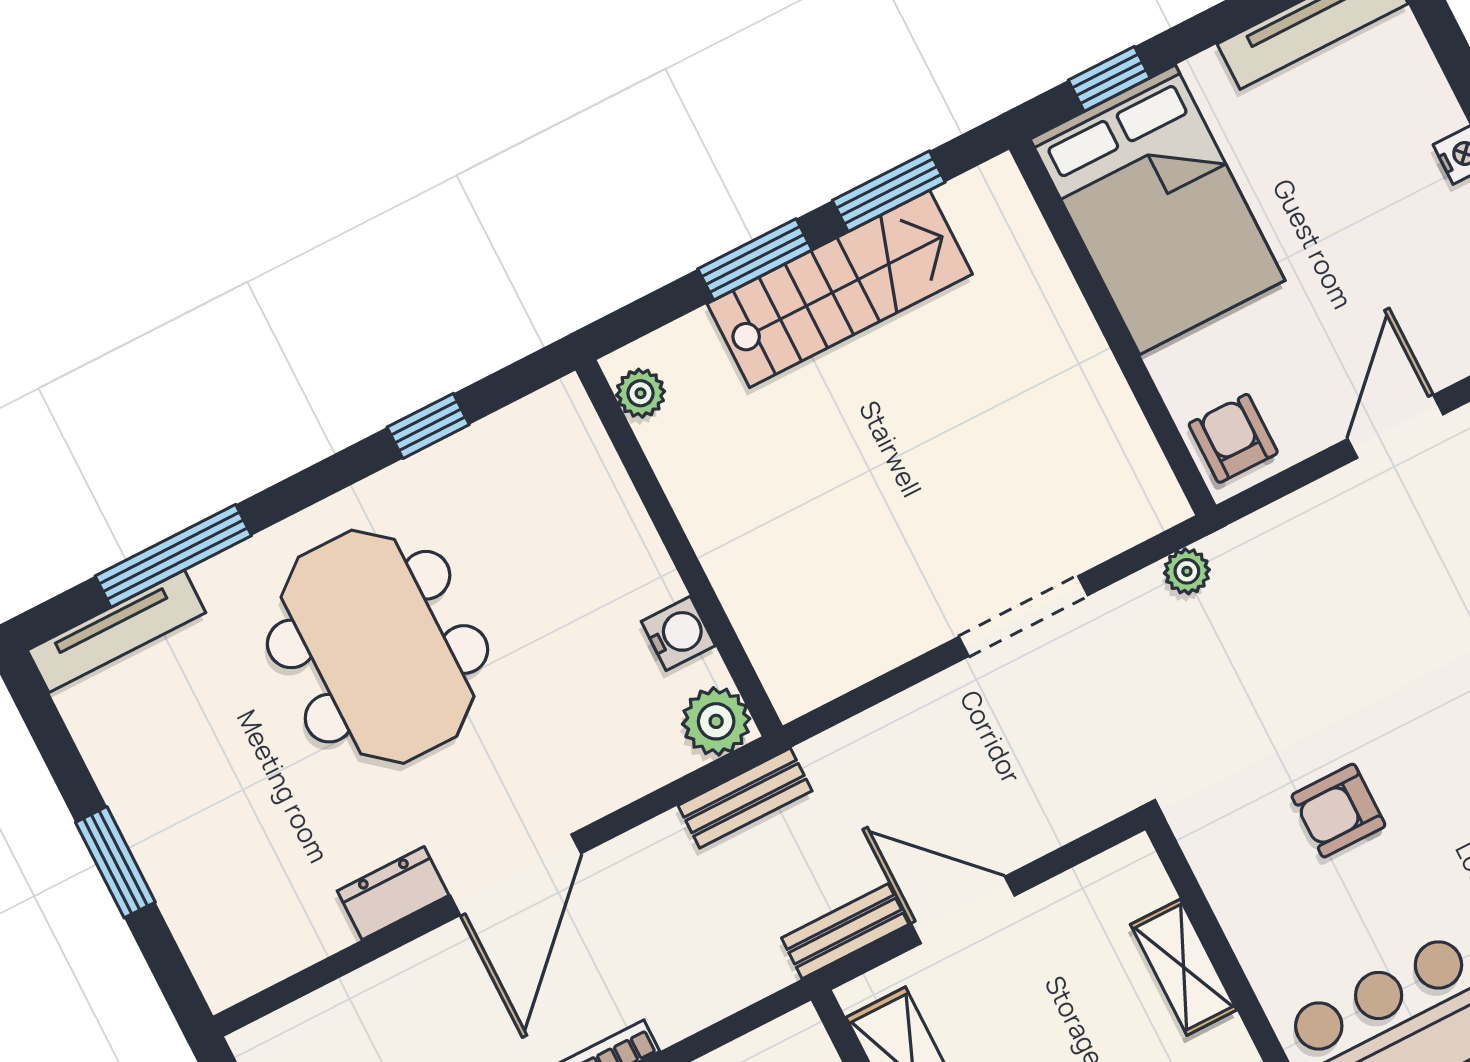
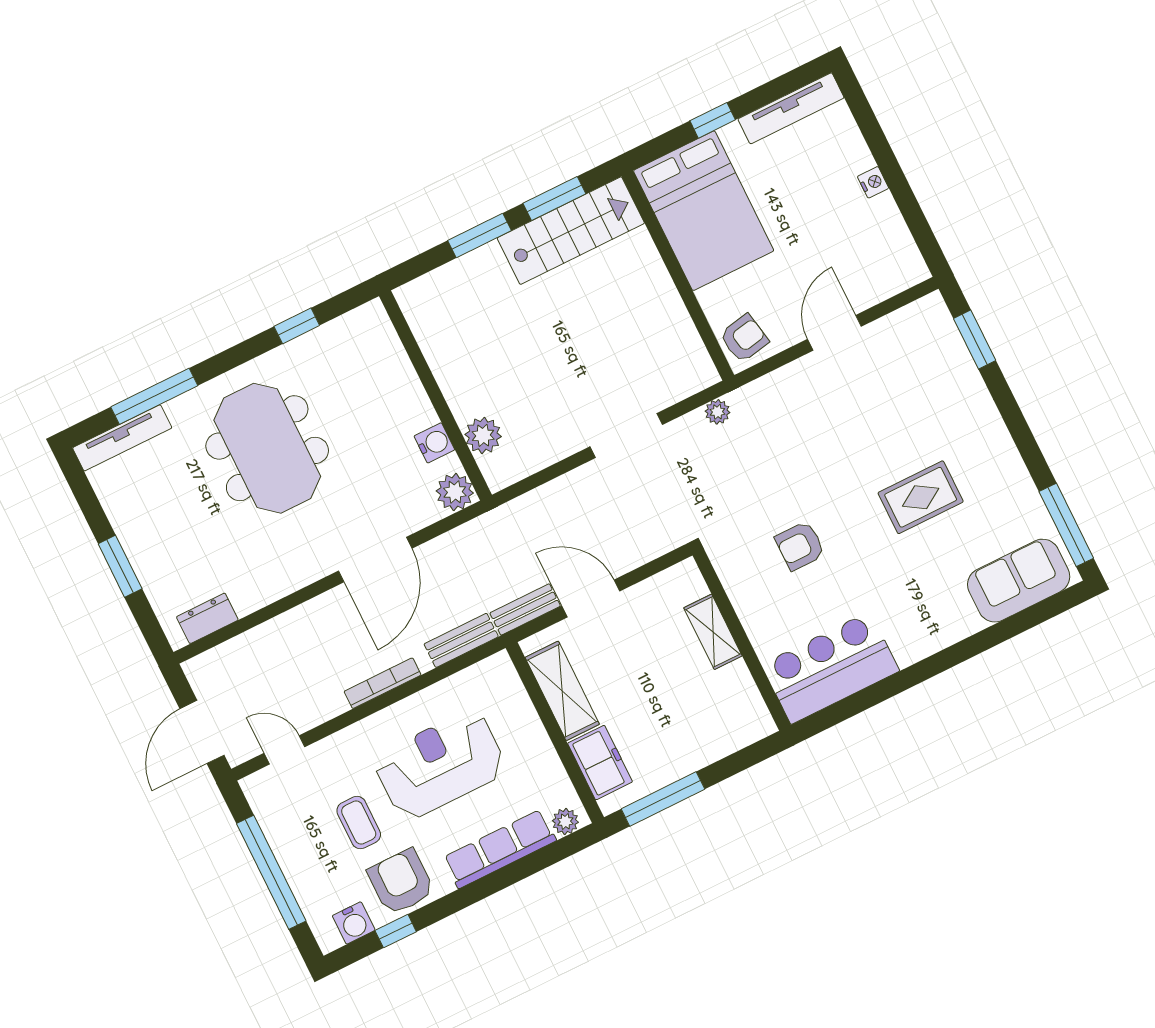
window: (1109, 79) -> (713, 120), moved
stairs: (840, 289) -> (571, 231), moved
plant: (641, 393) -> (483, 435), moved, width x1.38, depth x1.38
armchair: (1233, 438) -> (744, 338), turned 79
bench: (745, 798) -> (461, 640), moved
door: (516, 875) -> (375, 560), moved
dresser: (393, 893) -> (207, 618), moved

